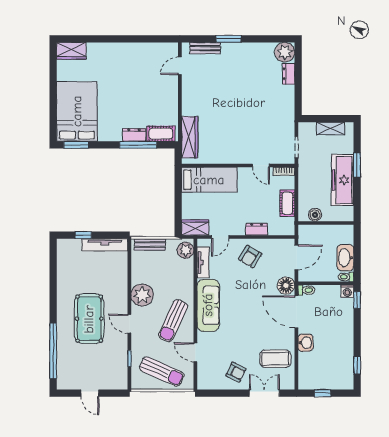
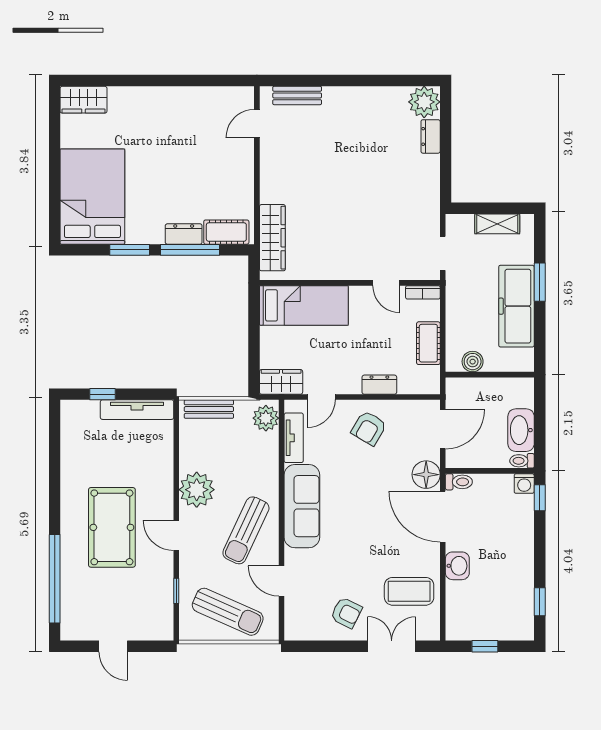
window: (229, 39) -> (335, 81), removed
window: (76, 145) -> (130, 250), moved

